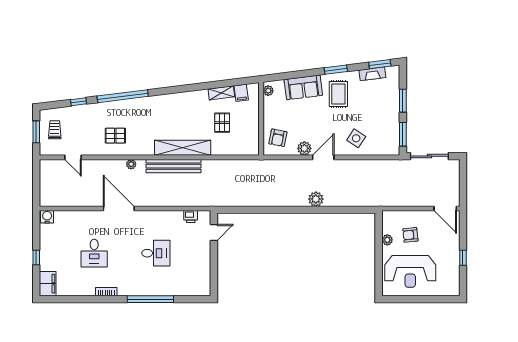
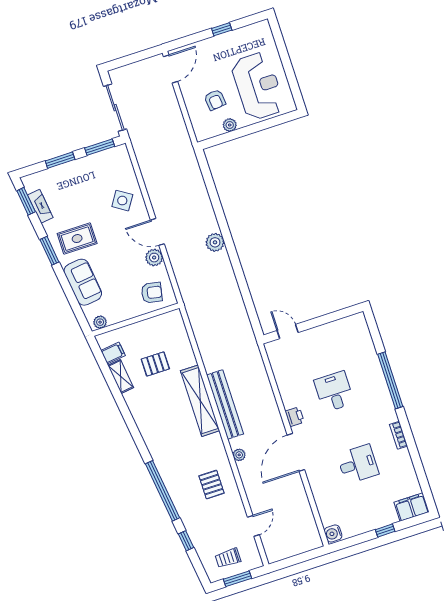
plant: (316, 199) -> (215, 242), moved
printer: (191, 217) -> (295, 417), moved

